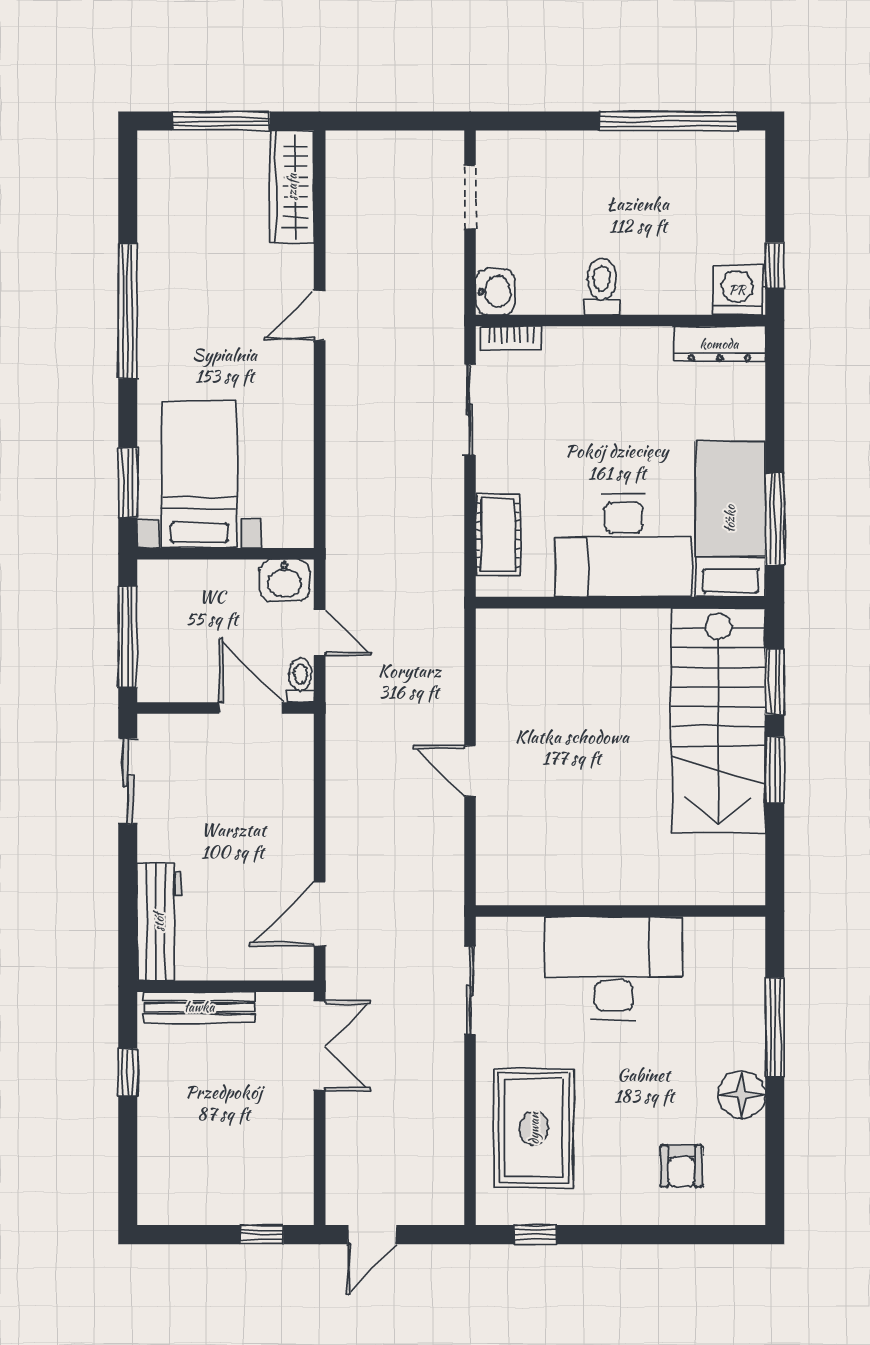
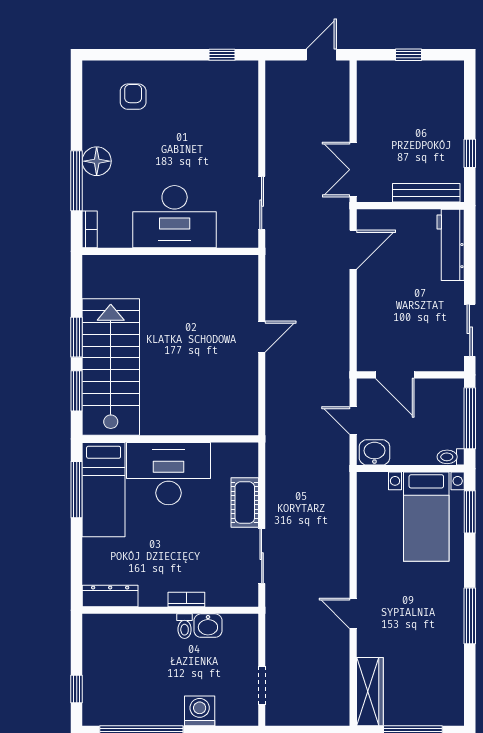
window: (775, 265) -> (77, 689), moved
toilet: (602, 286) -> (185, 626), width x0.73, depth x0.72
washing machine: (737, 290) -> (200, 711), moved, turned 180
washbasin: (495, 292) -> (208, 626), moved, turned -90
window: (128, 311) -> (470, 616), width x0.68
door: (320, 315) -> (353, 613), swing flipped
bookcase: (511, 338) -> (186, 600), moved
cot: (498, 535) -> (245, 503), moved
toilet: (300, 680) -> (451, 457), moved, turned 90
door: (470, 771) -> (262, 337), hinge flipped
bookcase: (753, 947) -> (90, 229), added
floor lamp: (742, 1095) -> (97, 161), moved
rug: (534, 1128) -> (223, 120), removed
window: (262, 1235) -> (409, 55), moved

